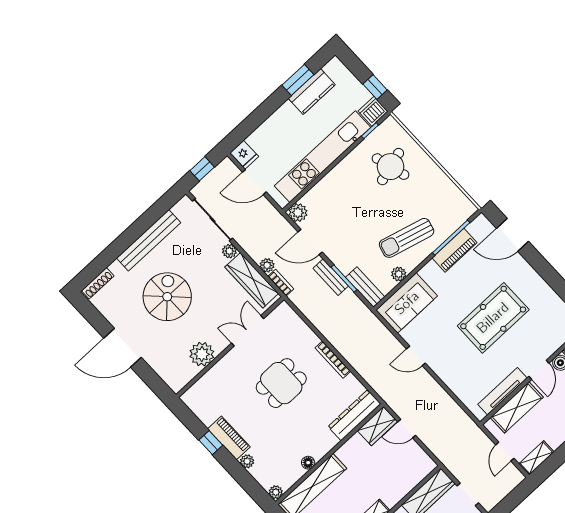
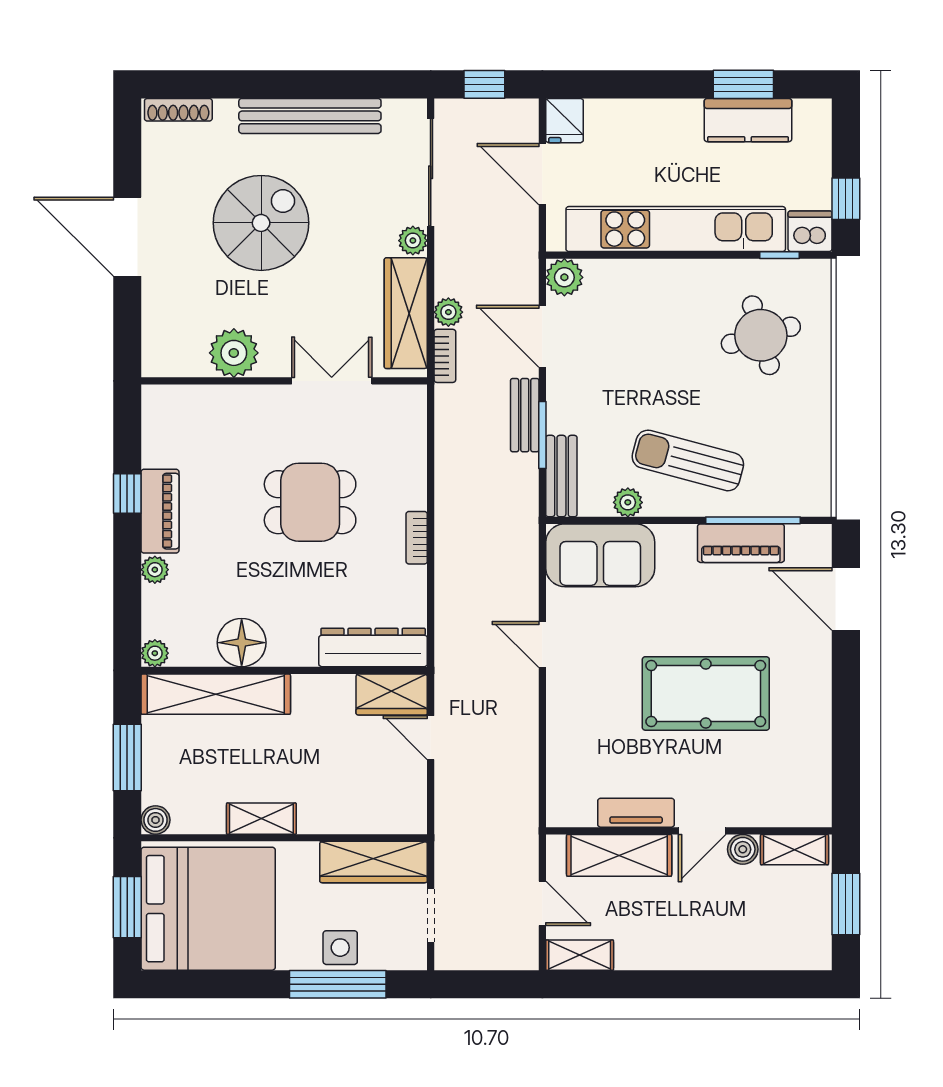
bookcase: (333, 360) -> (417, 538), width x0.64
tv unit: (503, 391) -> (636, 813), width x0.71
door: (505, 452) -> (542, 903), swing flipped
floor lamp: (308, 463) -> (242, 643), width x1.89, depth x1.89

